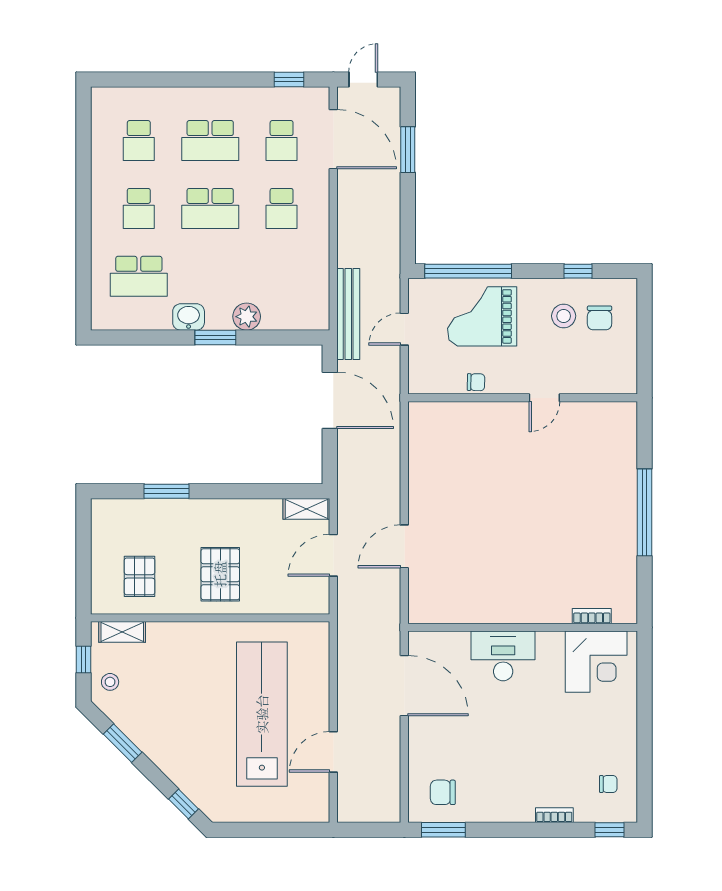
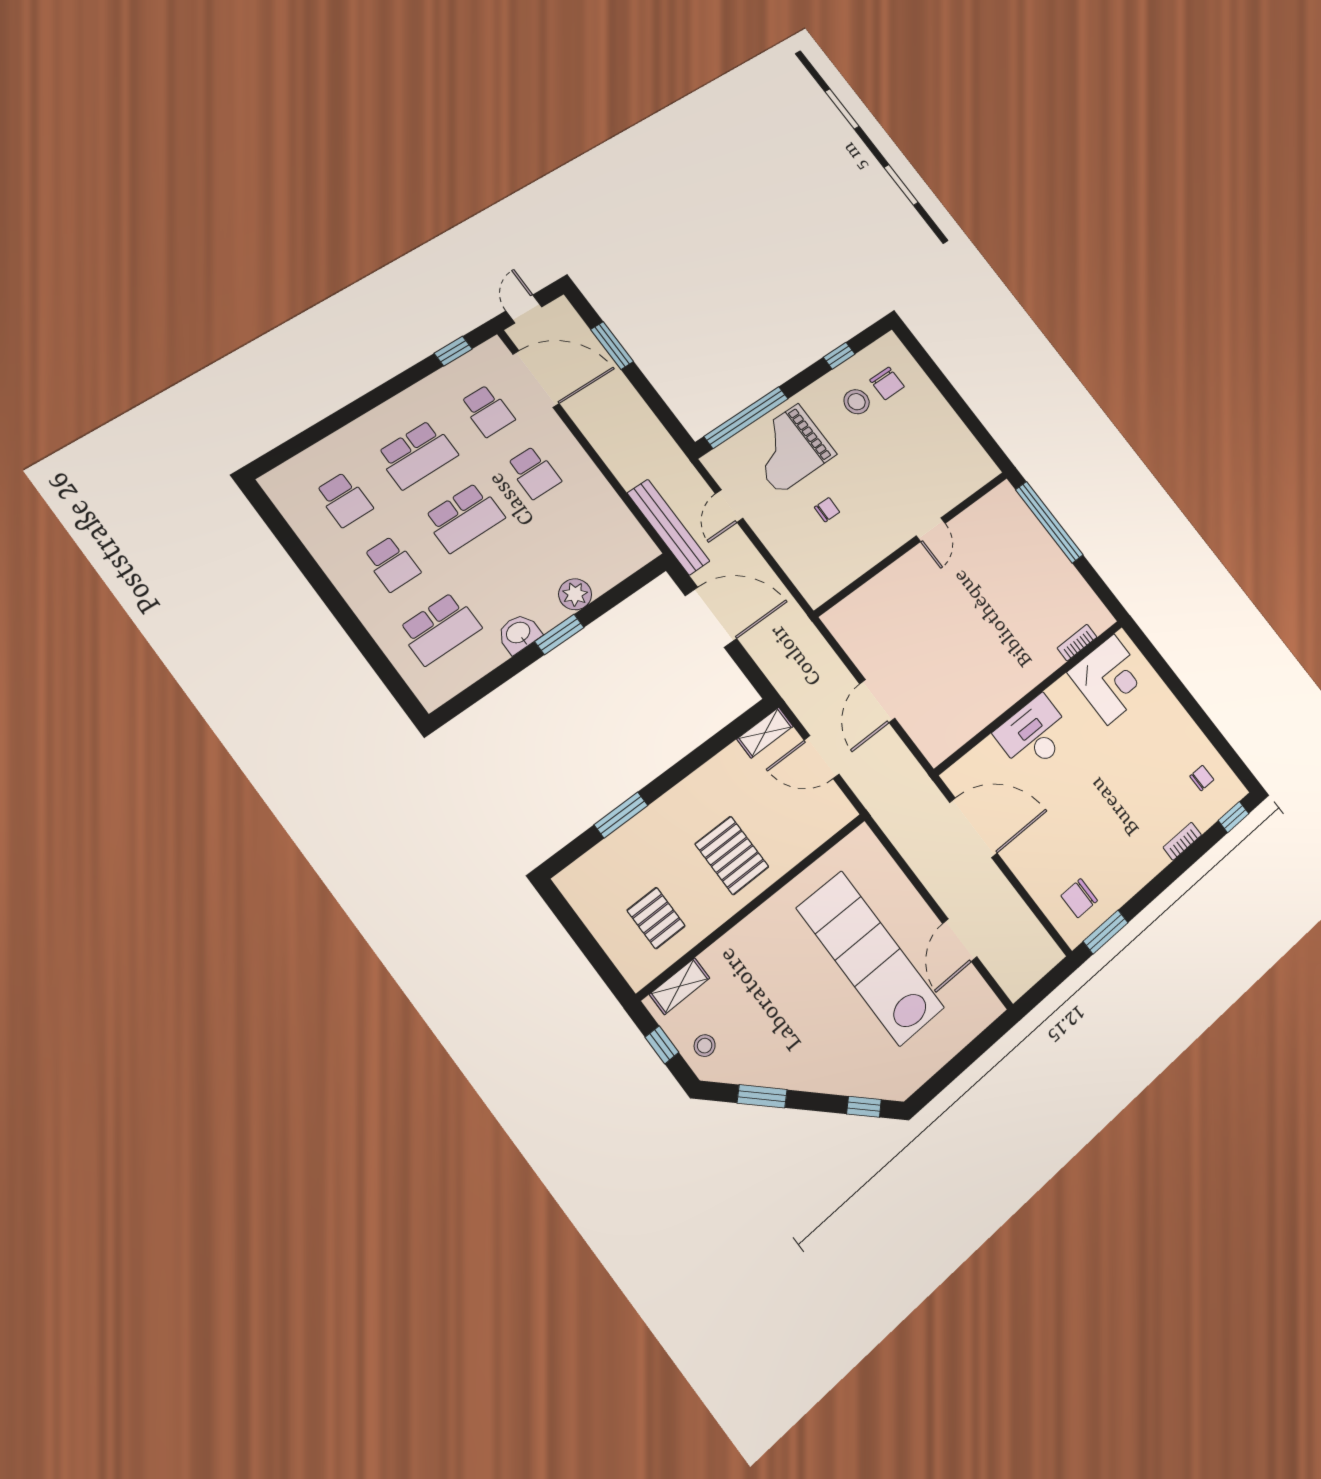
wall: (523, 398) -> (913, 543), moved
door: (544, 398) -> (931, 530), moved
door: (333, 555) -> (822, 757), hinge flipped

